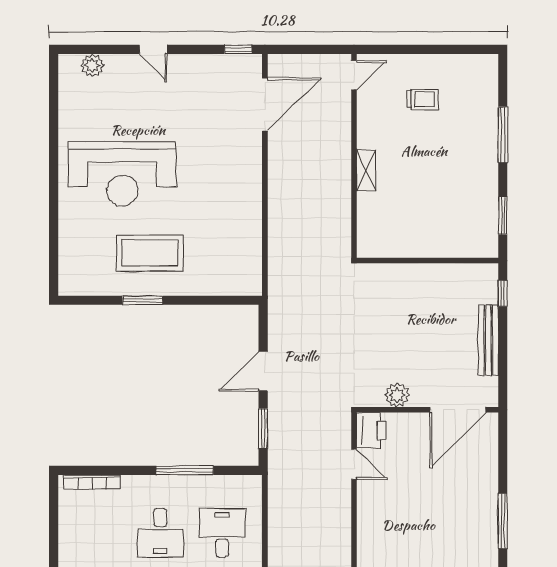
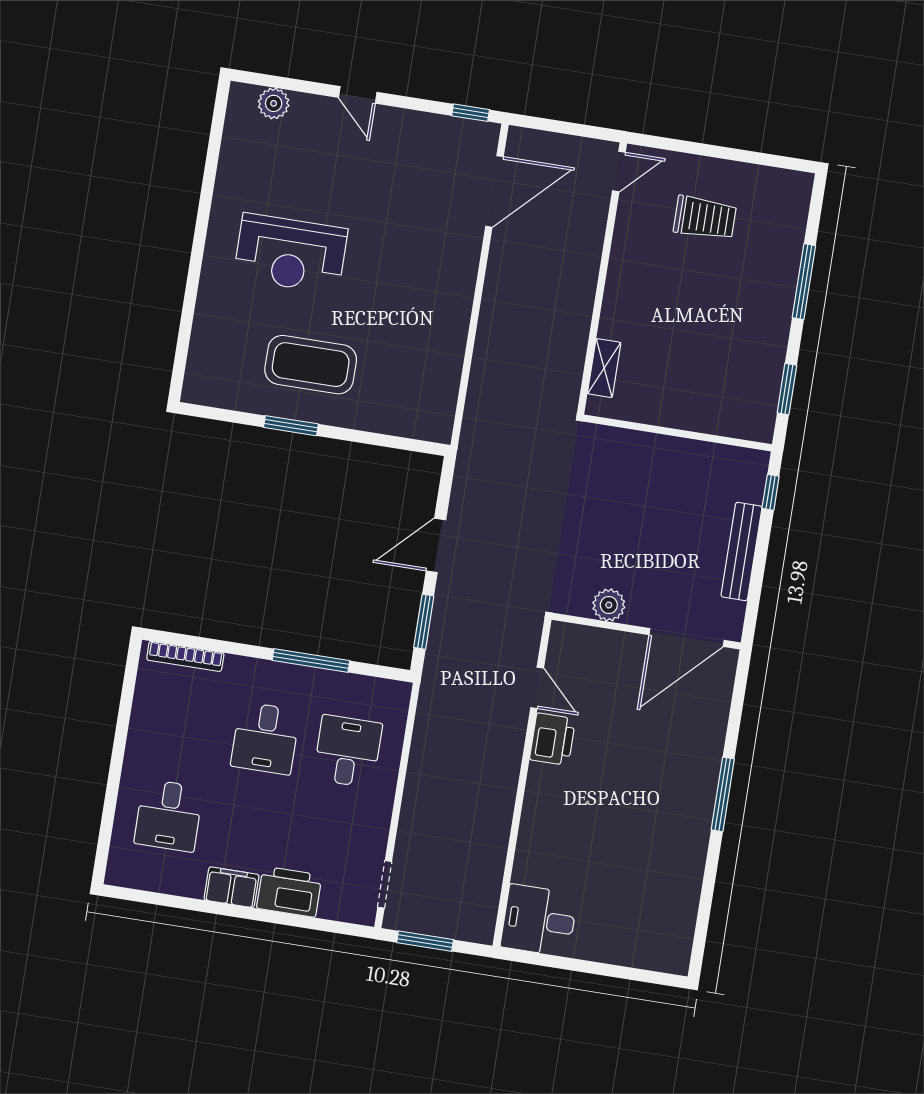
trolley: (423, 99) -> (705, 218), width x1.36, depth x1.39
shelving: (366, 170) -> (604, 368), moved
reception desk: (122, 174) -> (291, 254), width x0.74, depth x0.77
printer: (371, 430) -> (553, 739), moved

